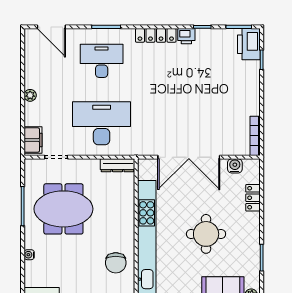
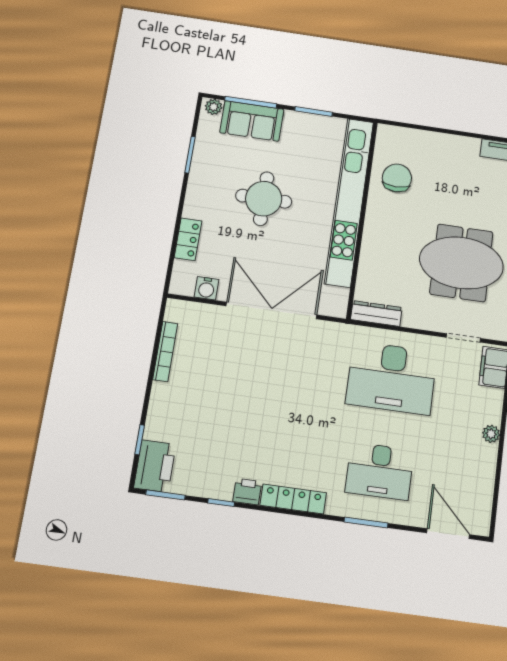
bookcase: (255, 136) -> (165, 352), moved

